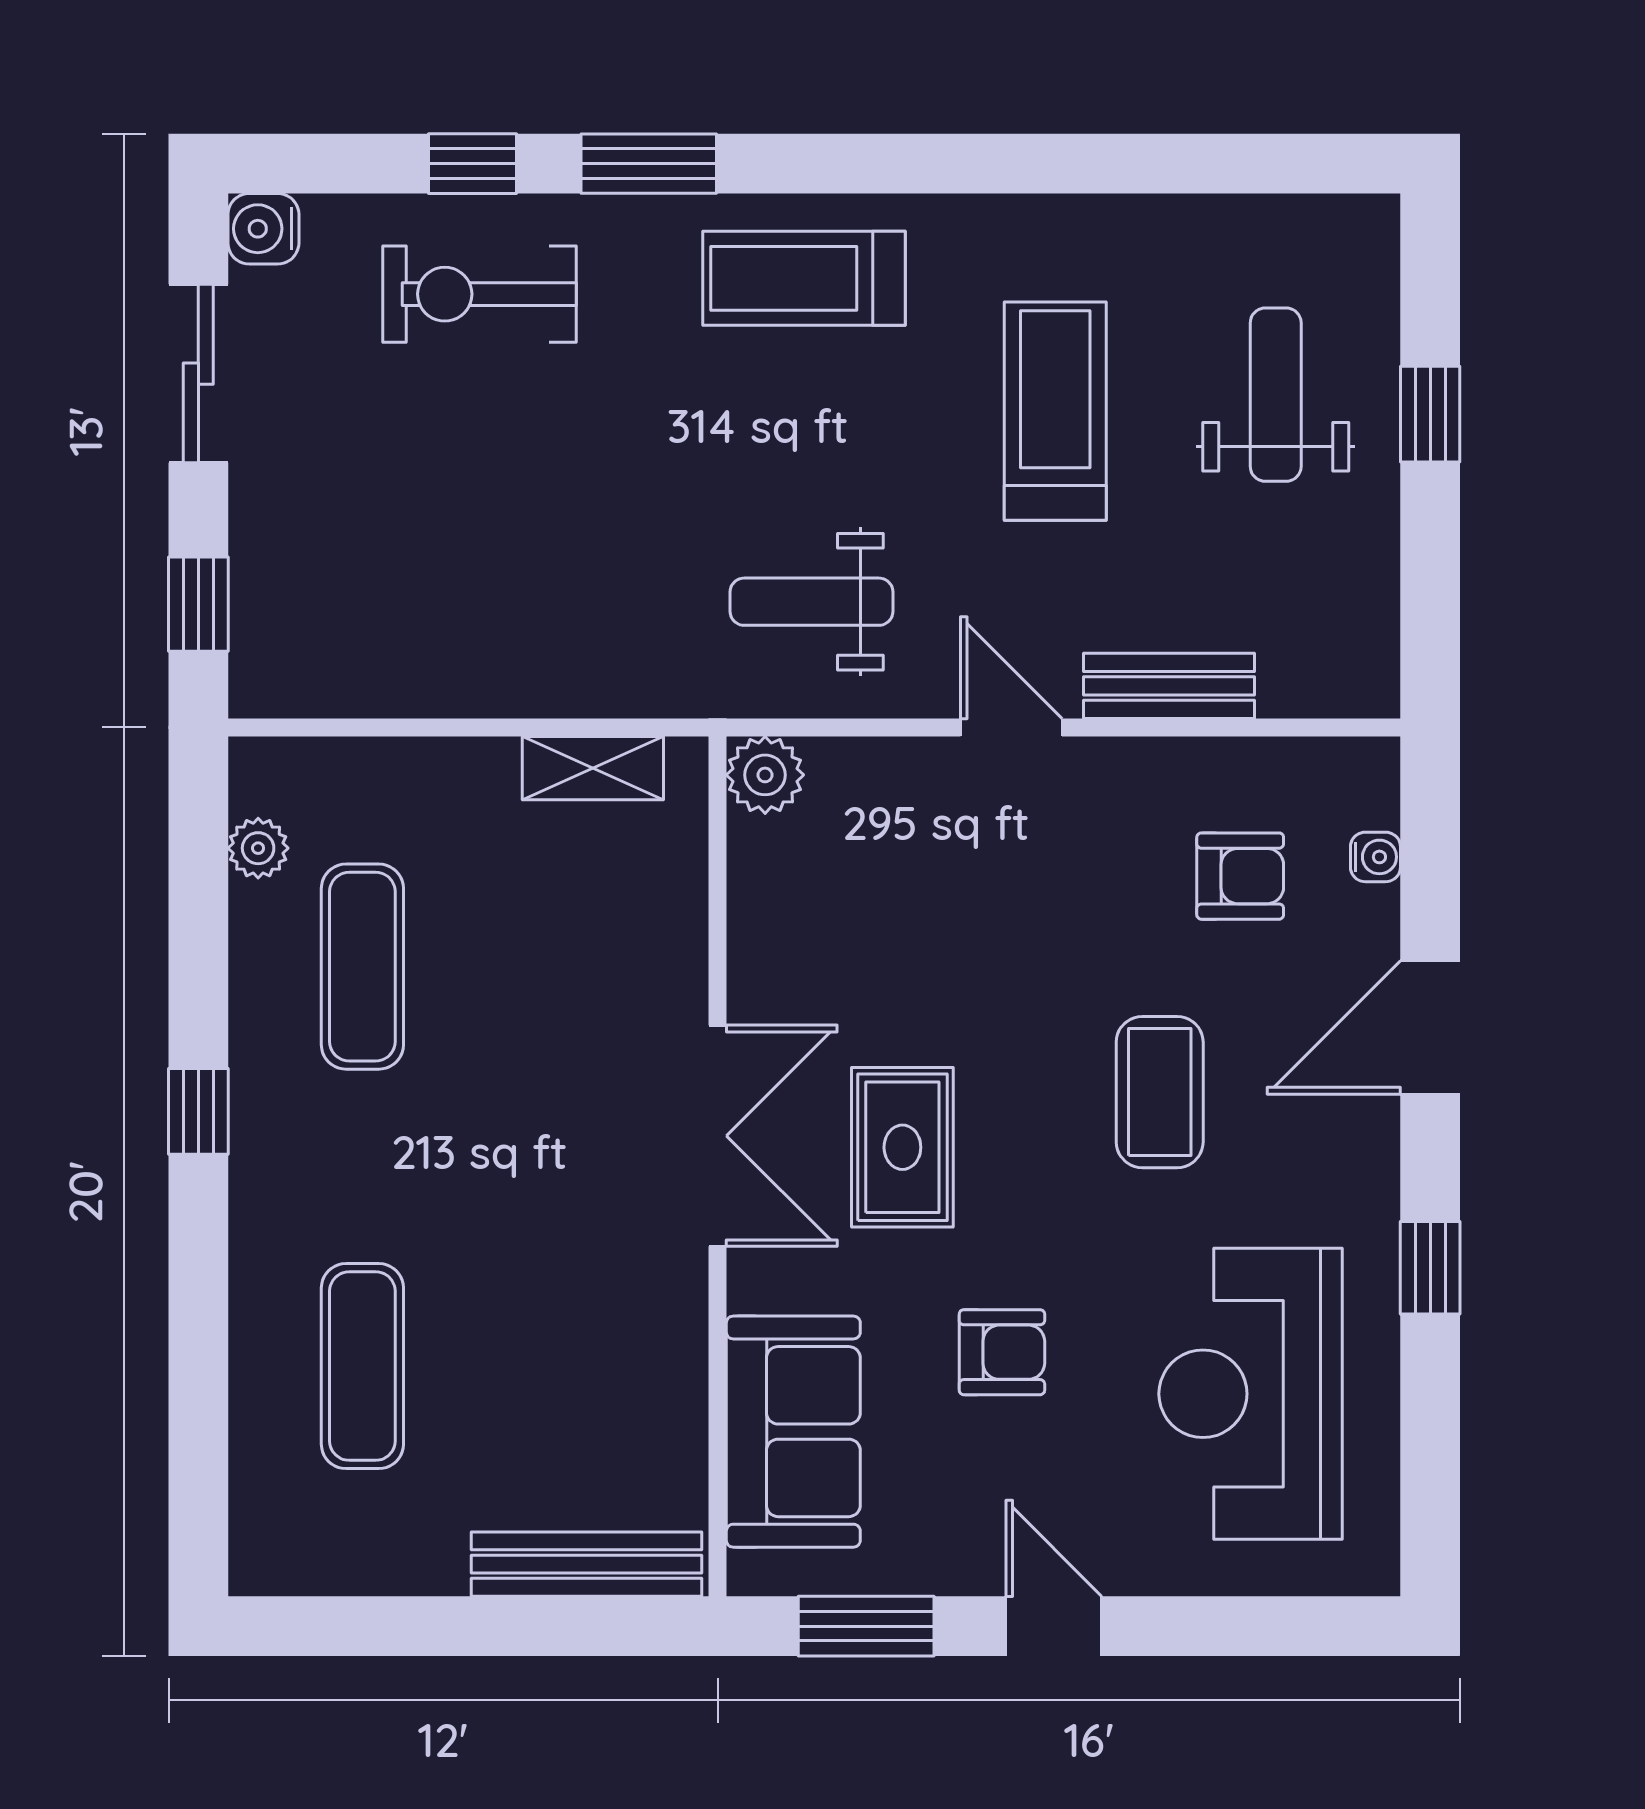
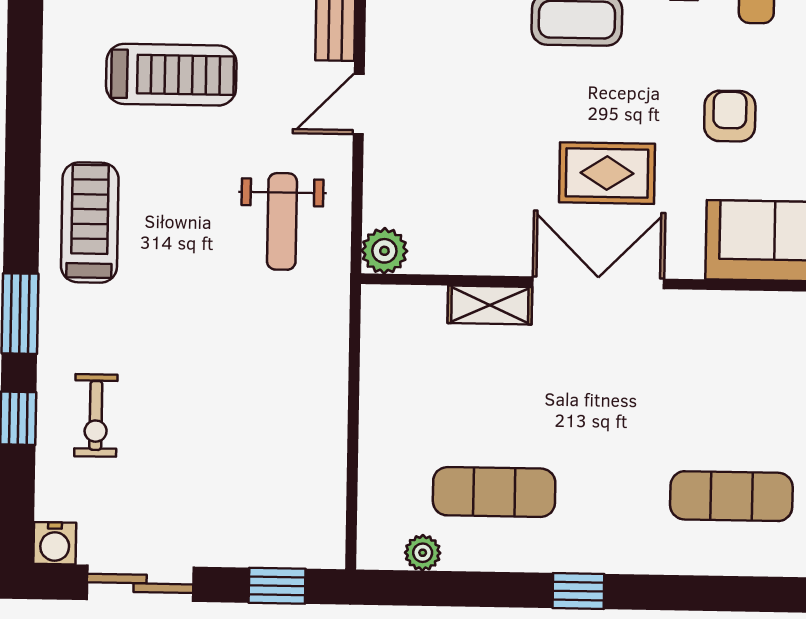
treadmill: (804, 278) -> (90, 223), turned 180
exercise bike: (480, 294) -> (96, 415), width x0.73, depth x0.72
treadmill: (1055, 411) -> (171, 75), turned 180
shelving: (593, 768) -> (490, 305), moved, turned 90

